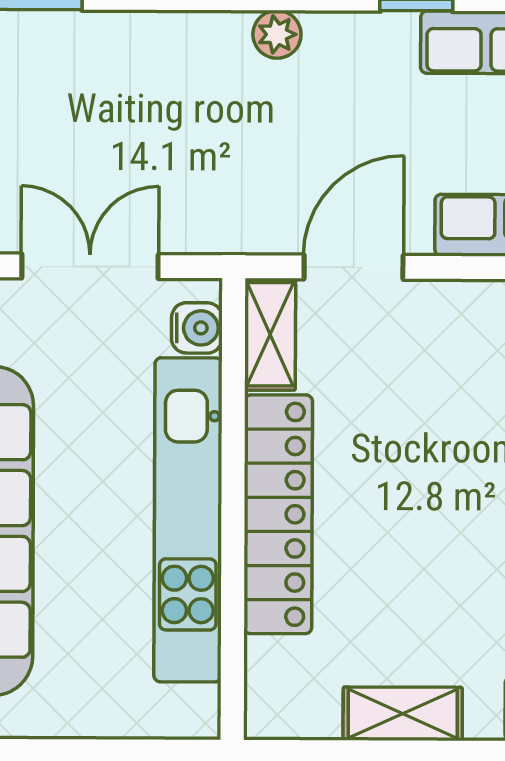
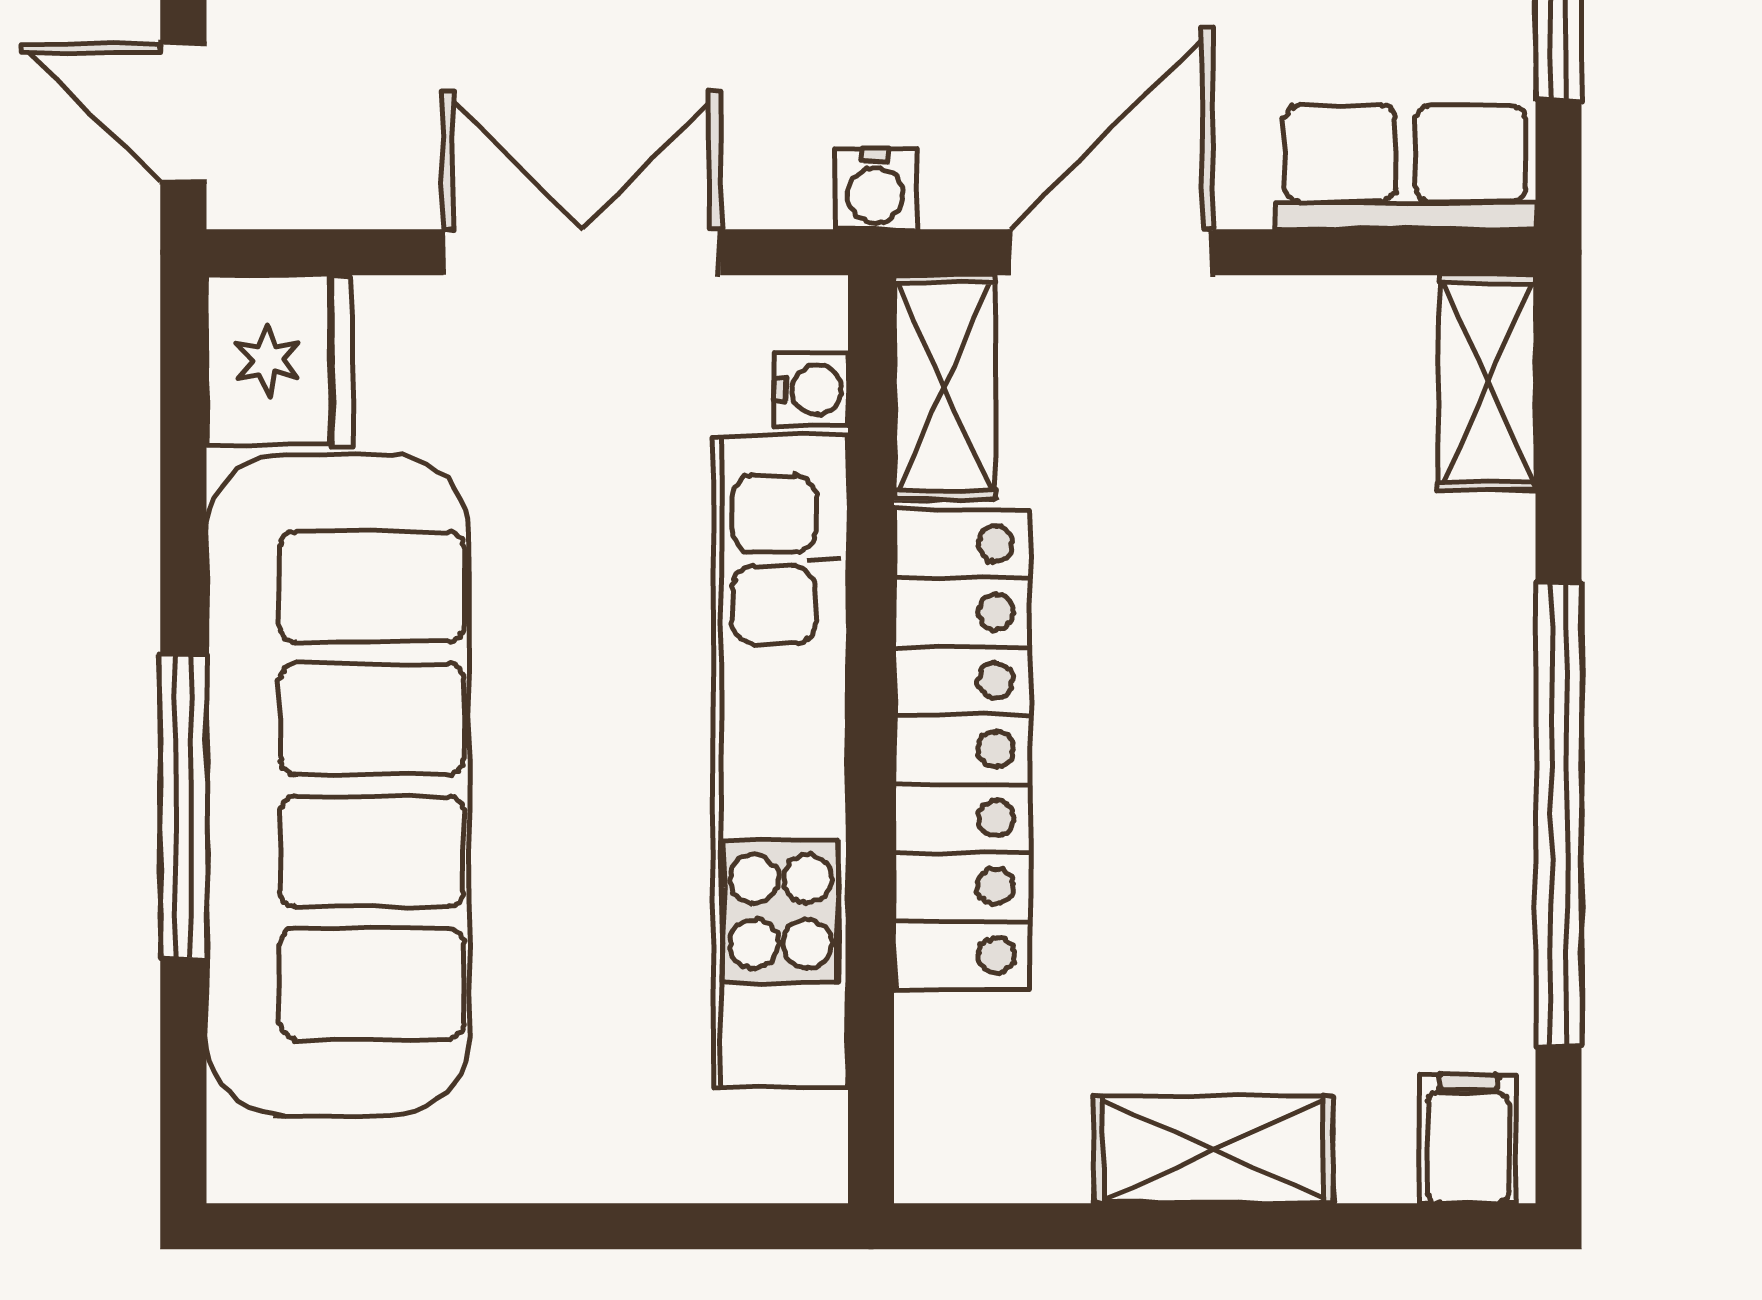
water cooler: (236, 235) -> (875, 189), added
water cooler: (197, 328) -> (811, 390), width x0.72, depth x0.72

